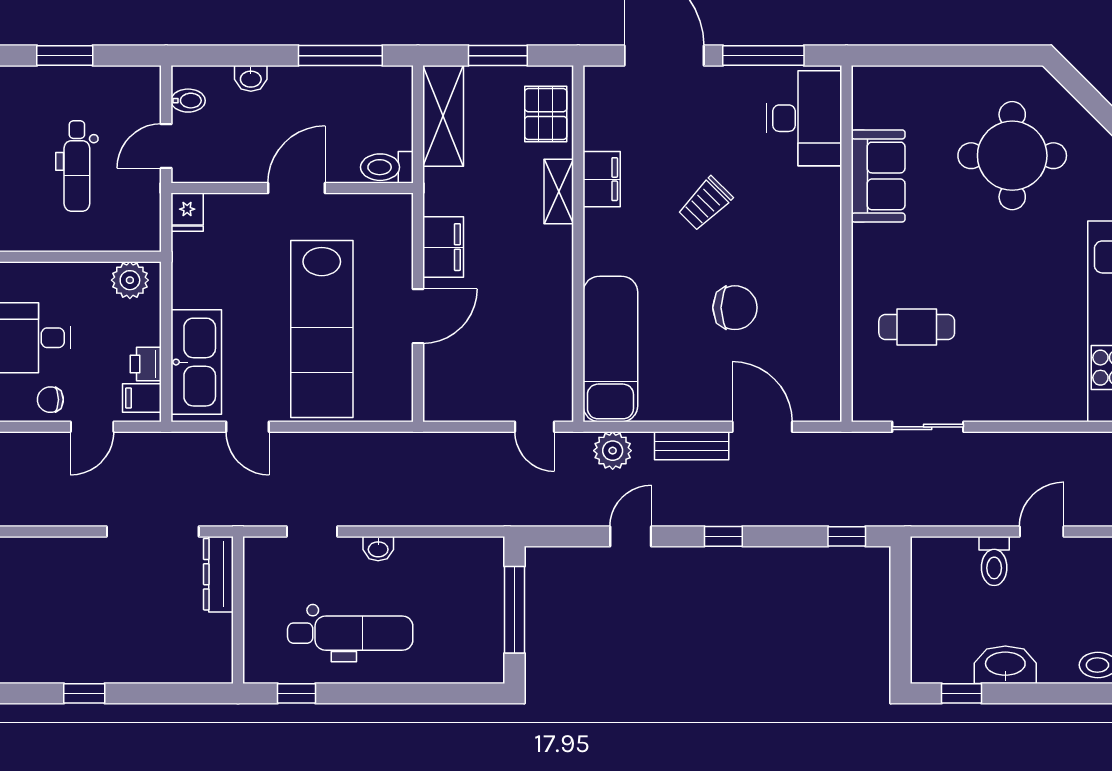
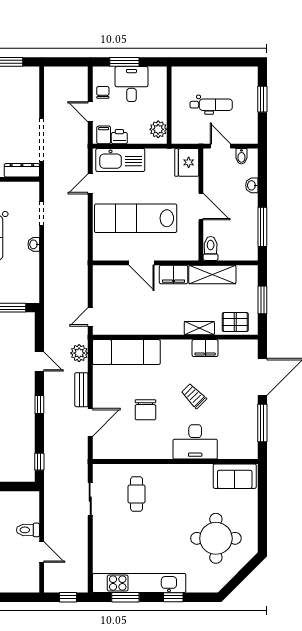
shelving: (443, 116) -> (212, 274), moved
desk: (804, 118) -> (195, 442), moved
dental chair: (77, 166) -> (211, 105), turned 180
sofa: (878, 176) -> (235, 476), moved
fridge: (187, 212) -> (187, 162), width x1.88, depth x1.34

